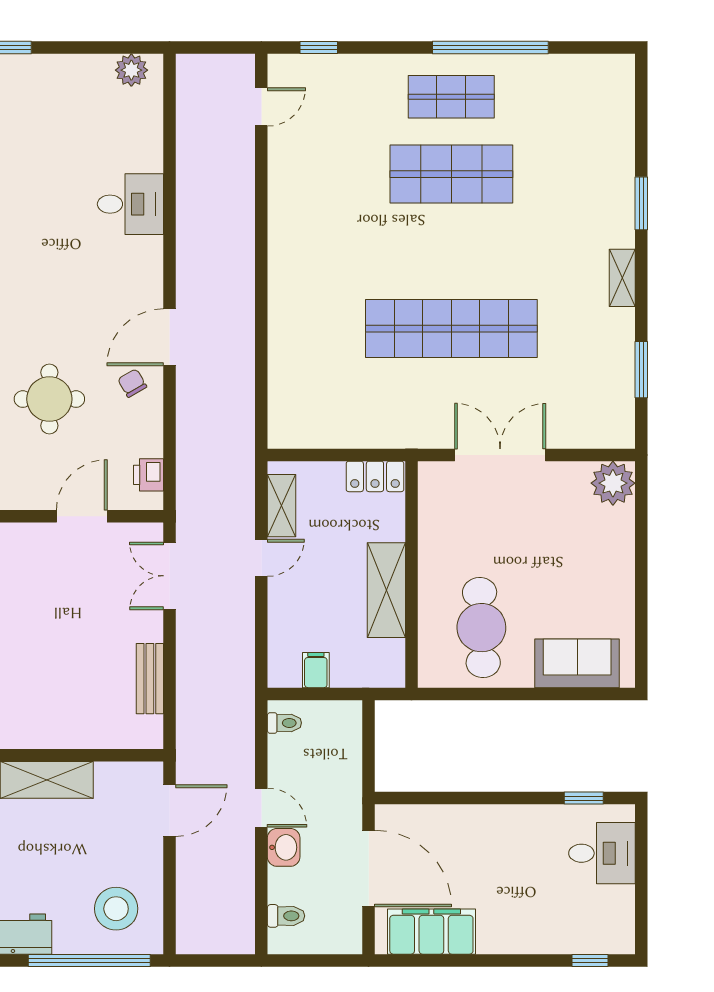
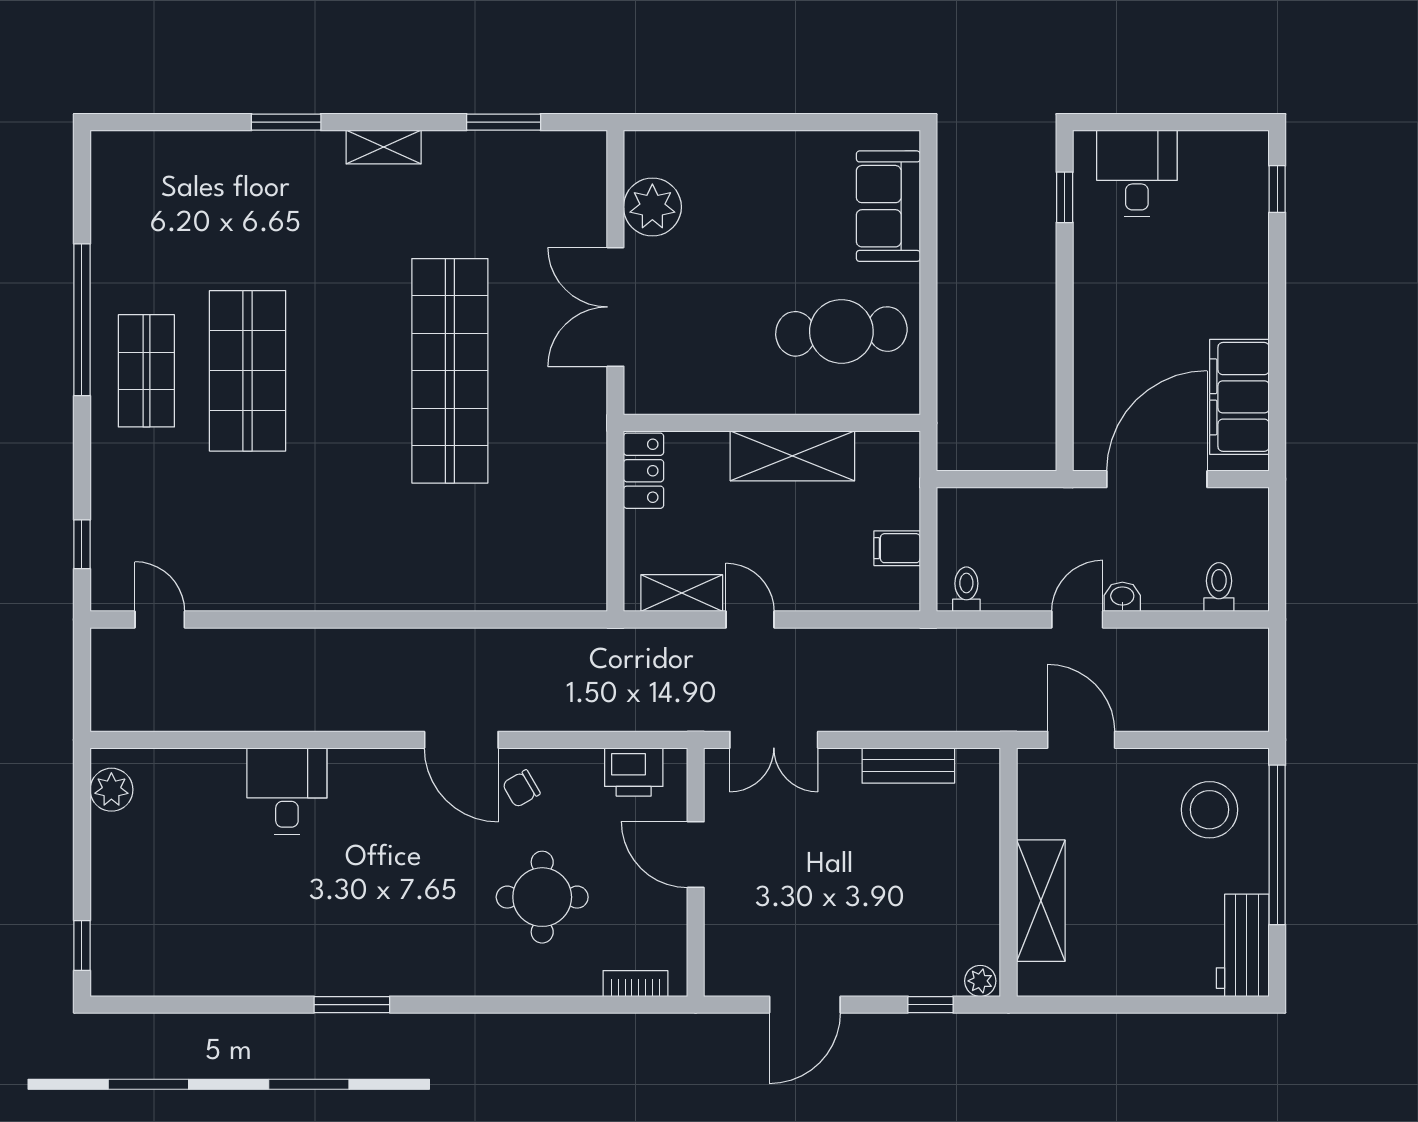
printer: (148, 475) -> (634, 772), width x1.36, depth x1.24
plant: (613, 483) -> (652, 207), moved
washbasin: (284, 847) -> (1122, 597), width x0.72, depth x0.69

